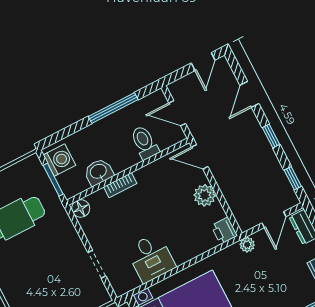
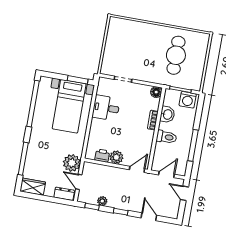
door: (203, 62) -> (184, 193), moved
toilet: (145, 142) -> (166, 137), moved
plant: (275, 170) -> (102, 201), added
printer: (224, 231) -> (102, 156), moved
plant: (247, 245) -> (72, 163), width x1.87, depth x1.87

